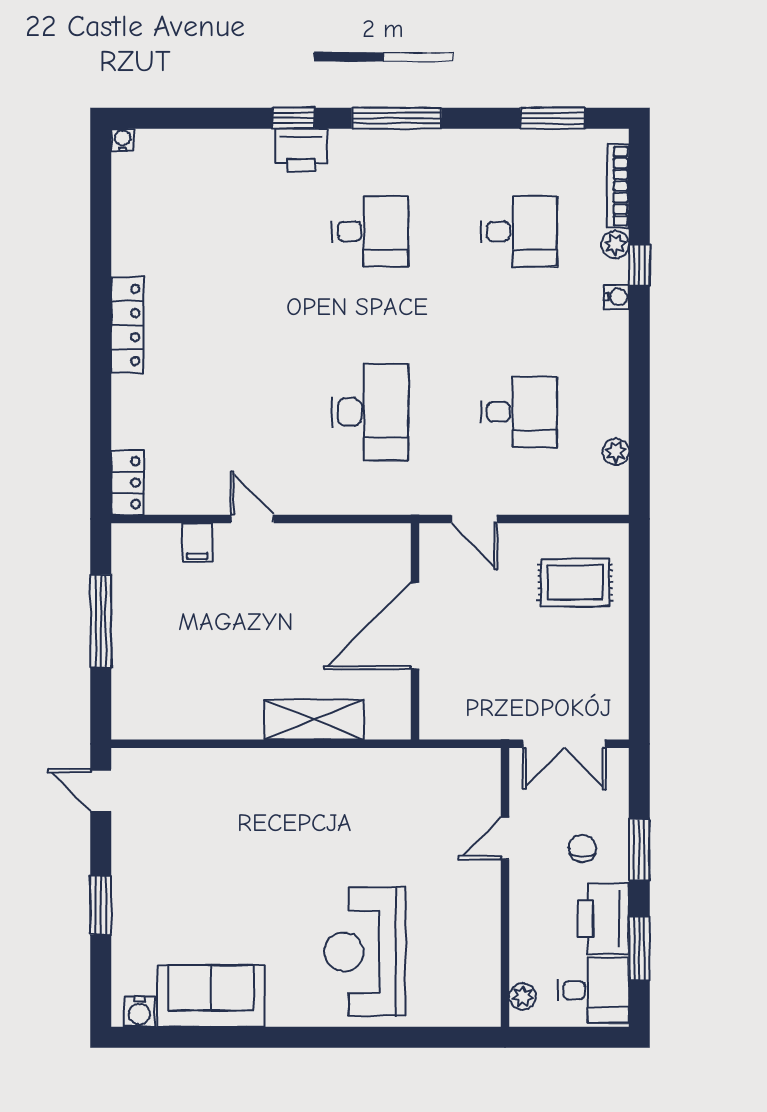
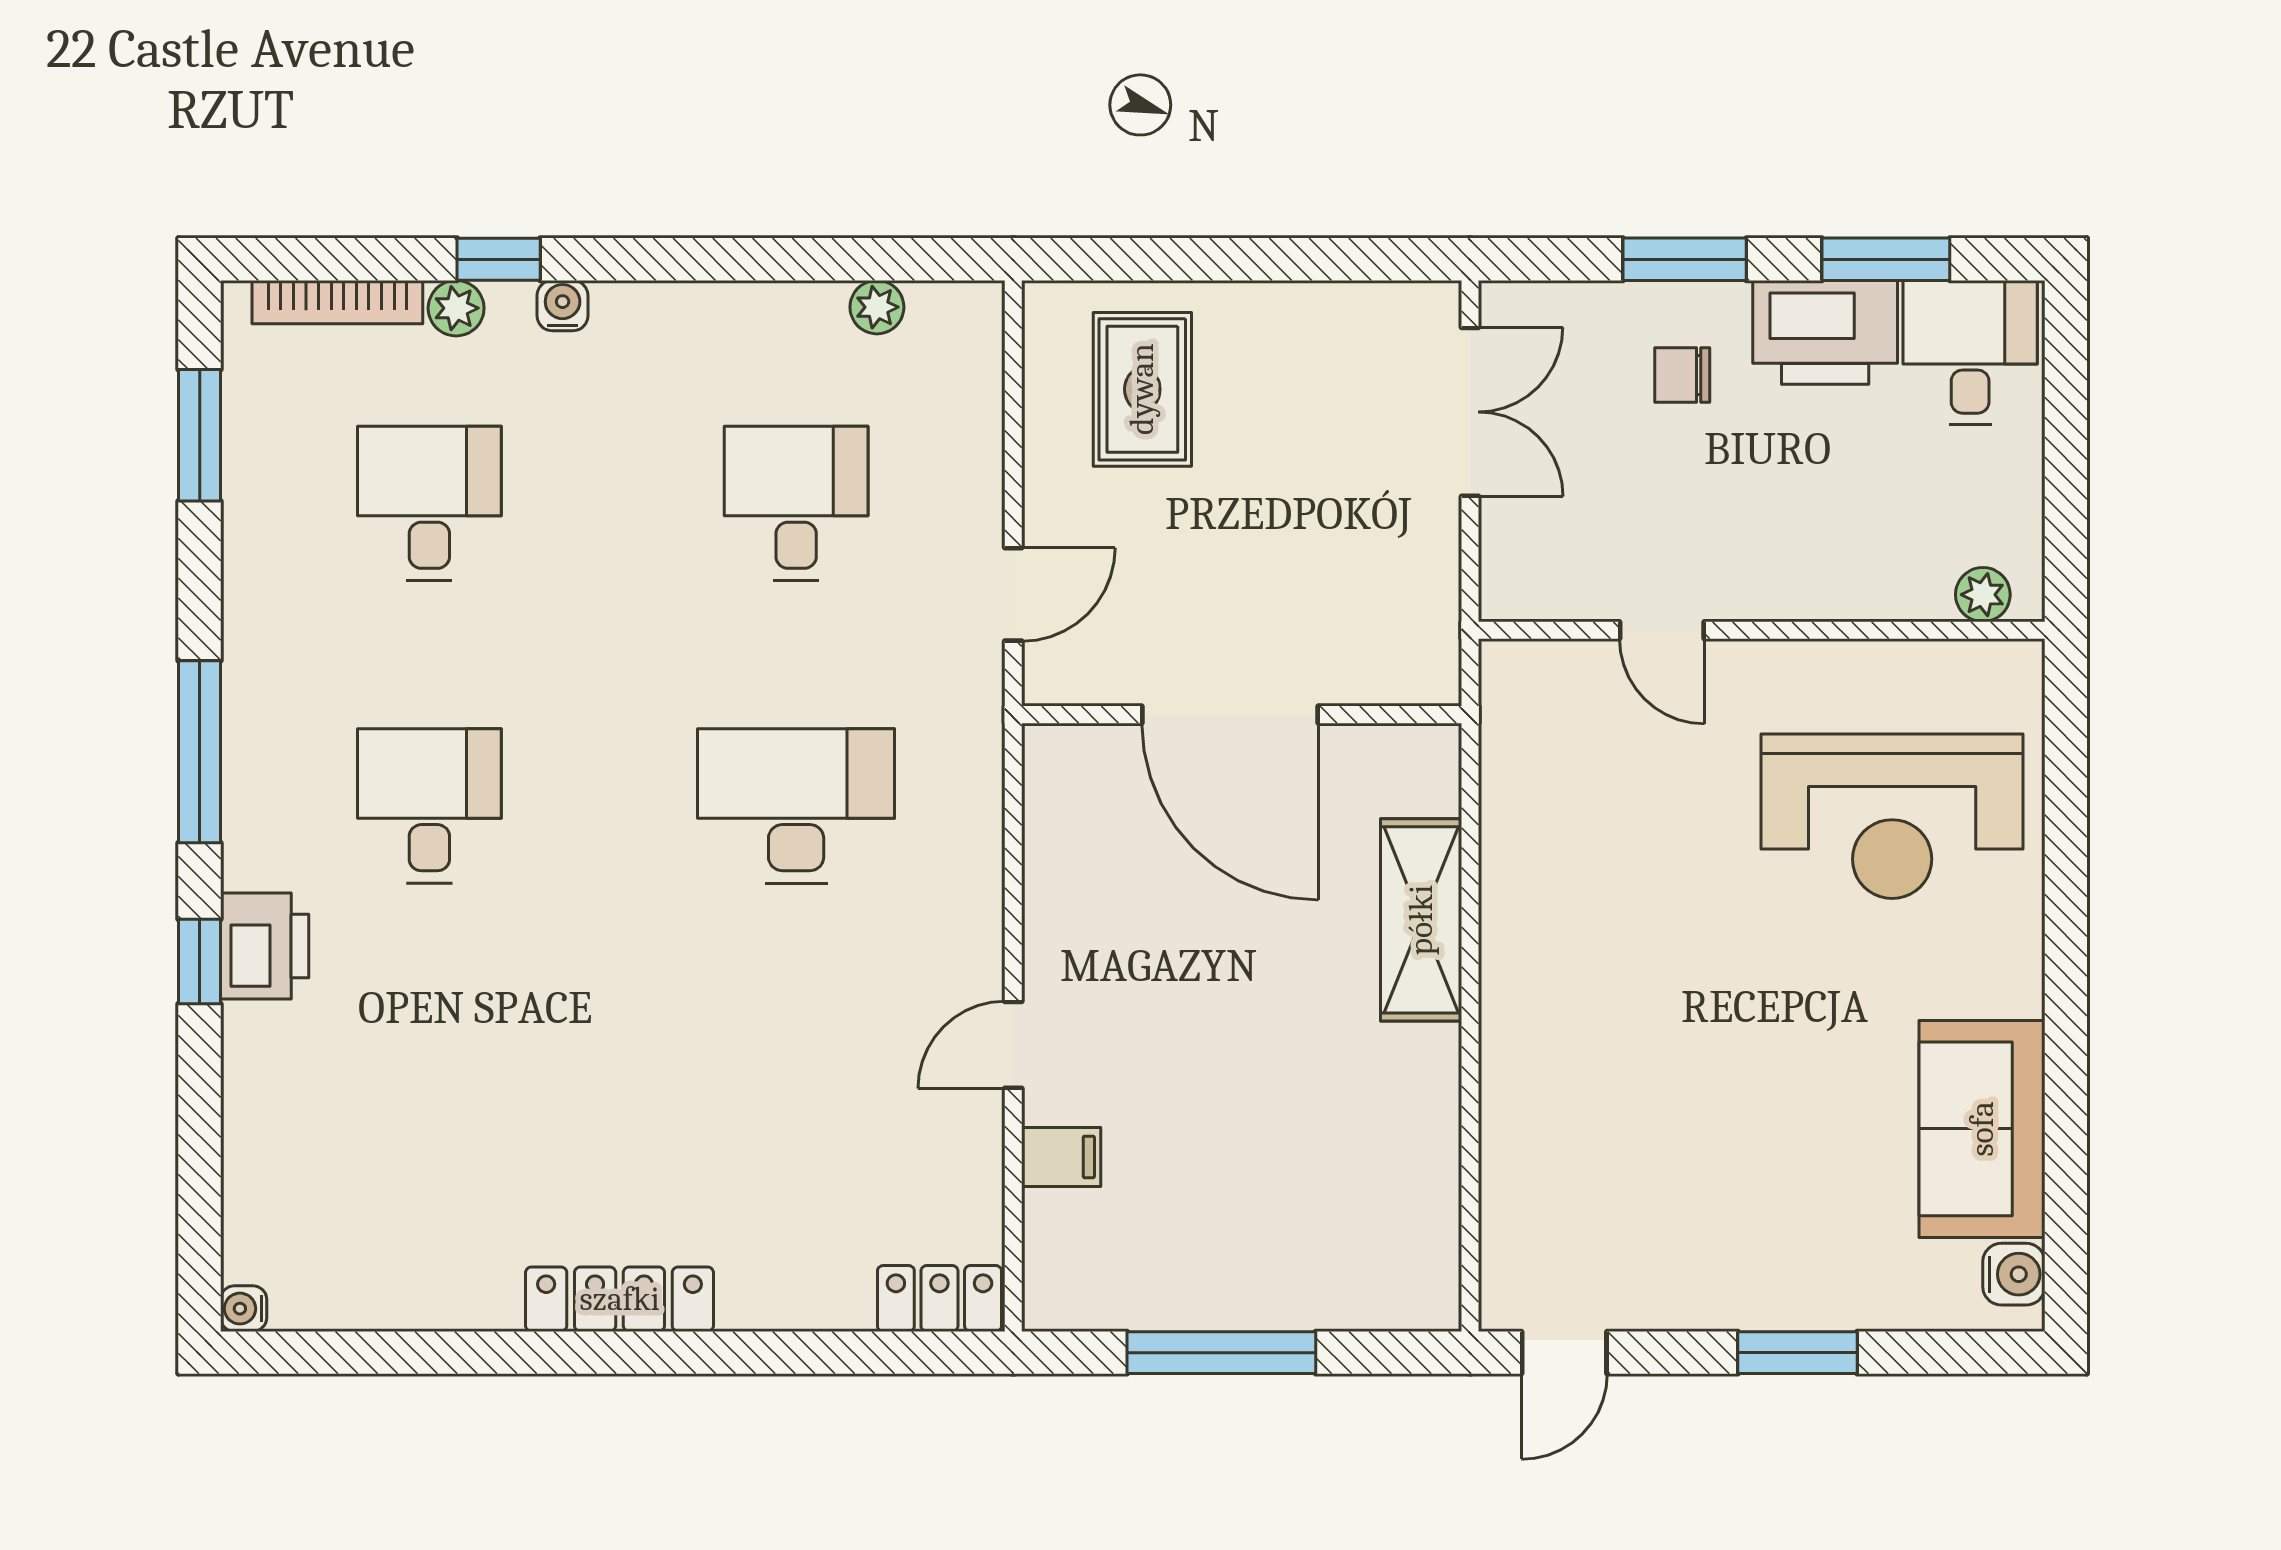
door: (505, 838) -> (1662, 630), moved
wall: (505, 887) -> (1762, 630), moved
plant: (523, 996) -> (1983, 595), moved

